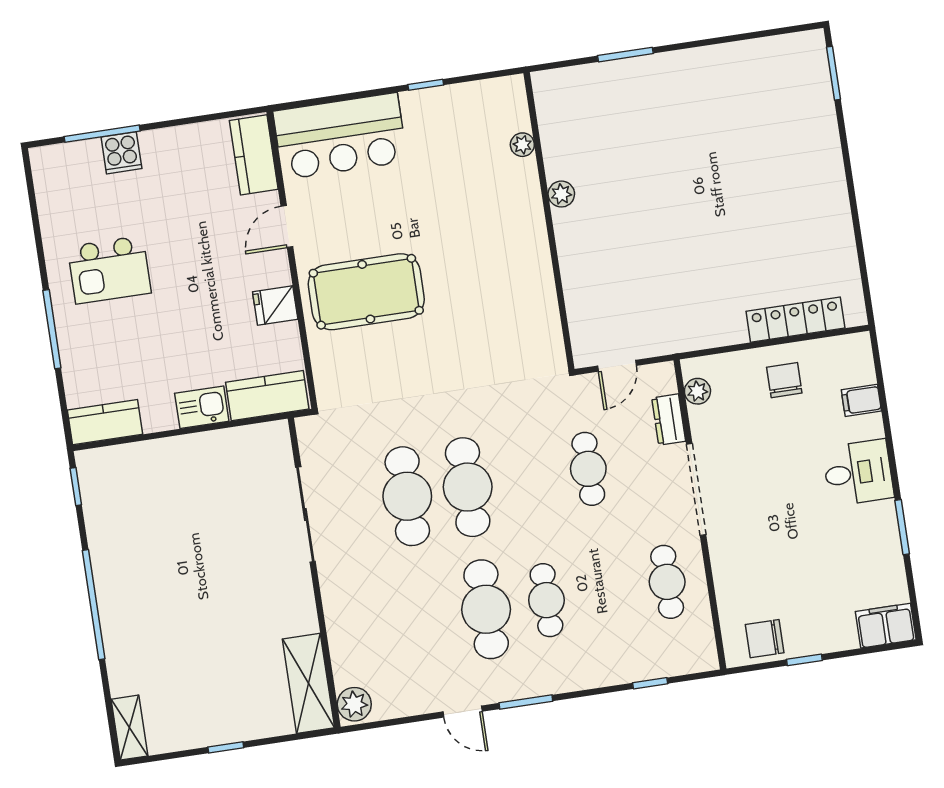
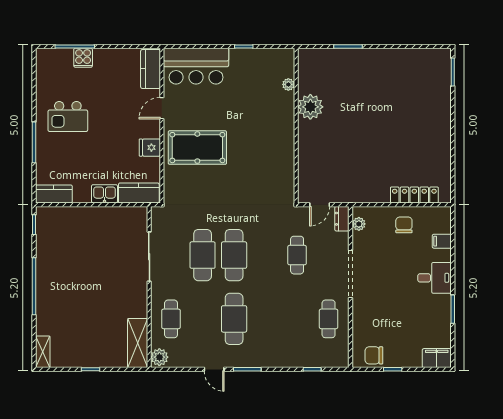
plant: (561, 194) -> (310, 107), width x1.88, depth x1.88
dresser: (669, 420) -> (342, 219), moved
cafe table: (546, 600) -> (171, 319), moved

